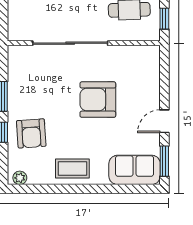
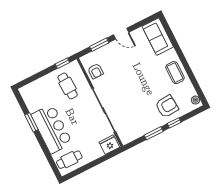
fridge: (18, 27) -> (109, 145), added
armchair: (98, 100) -> (96, 71), moved, width x0.53, depth x0.53
window: (164, 161) -> (99, 45), moved

